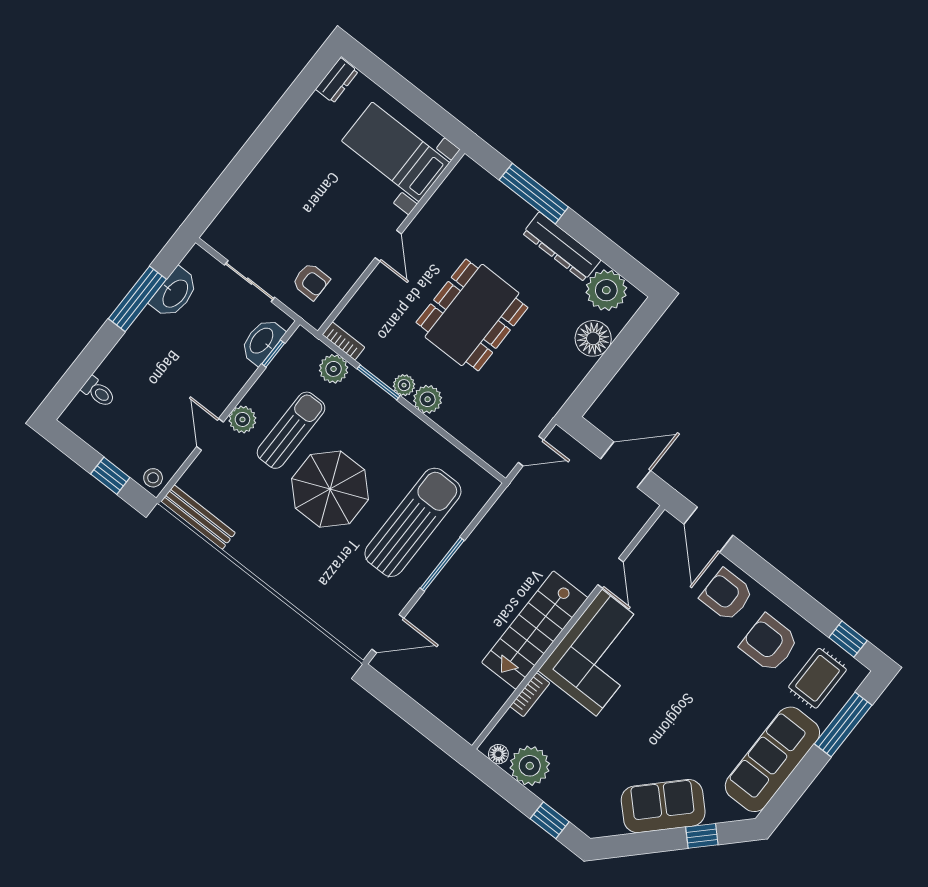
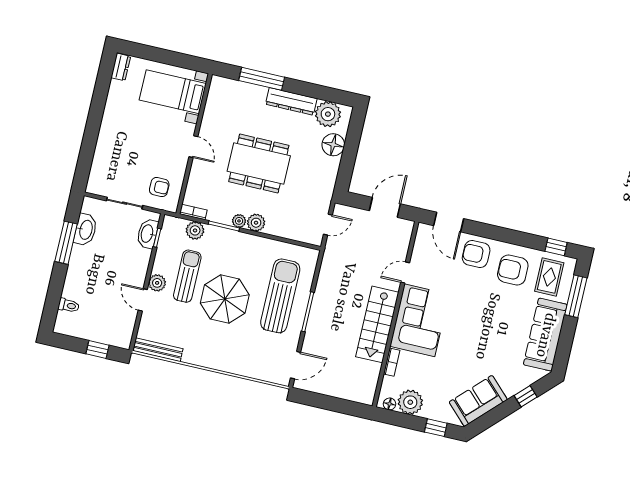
dining table: (472, 315) -> (259, 163), turned 90
stool: (153, 478) -> (122, 339), removed
door: (611, 573) -> (405, 272), swing flipped
sofa: (663, 806) -> (478, 401), moved

